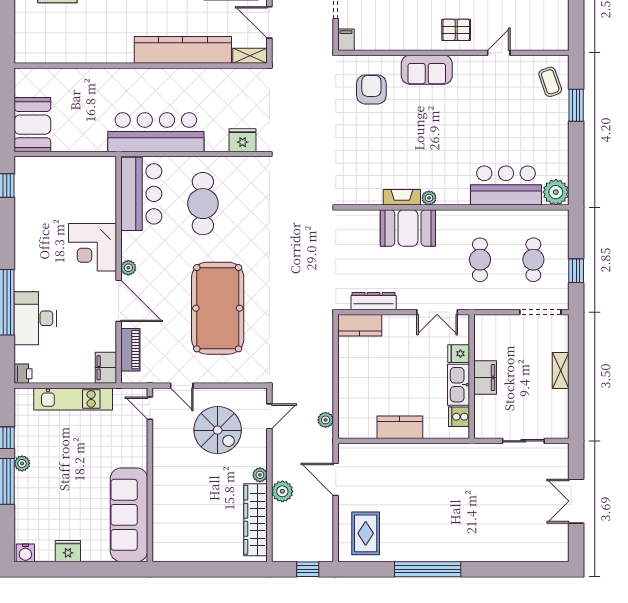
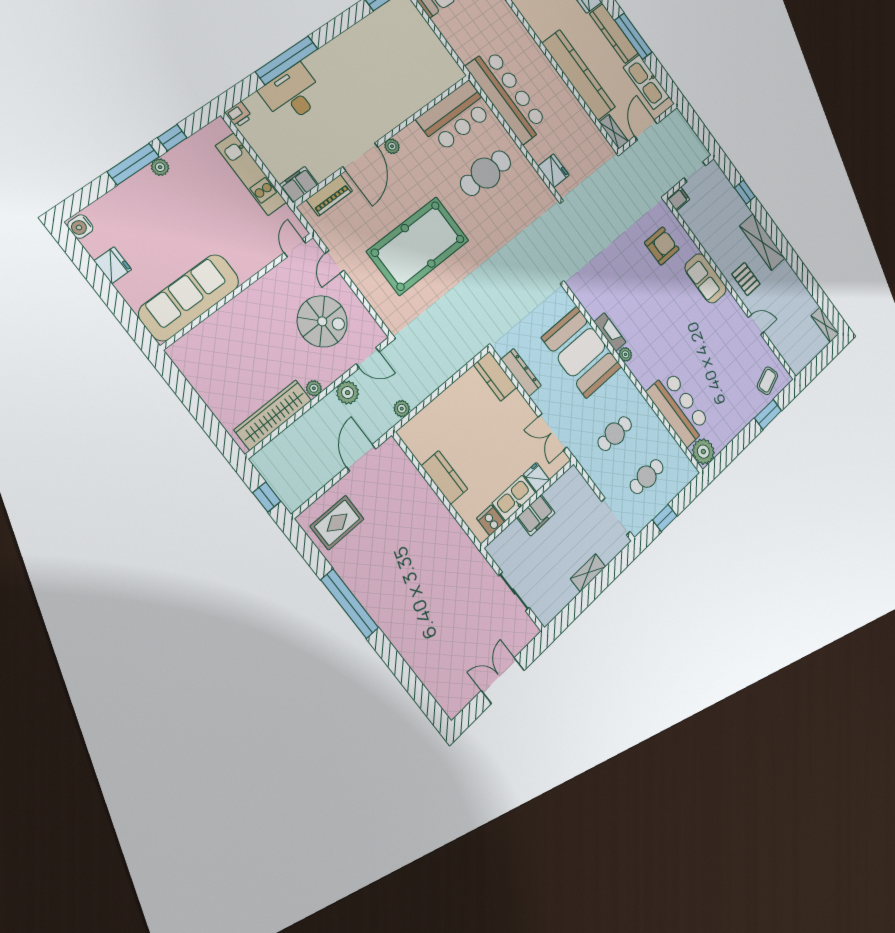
booth: (408, 228) -> (582, 352), width x1.36, depth x1.42
corner desk: (93, 247) -> (385, 104), removed
spiral stairs: (218, 430) -> (322, 321), turned -90
plant: (282, 491) -> (348, 393), moved

